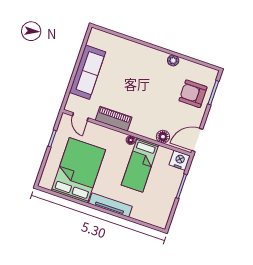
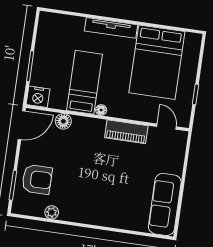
plant: (173, 60) -> (52, 212), moved
sofa: (87, 72) -> (165, 204), moved

